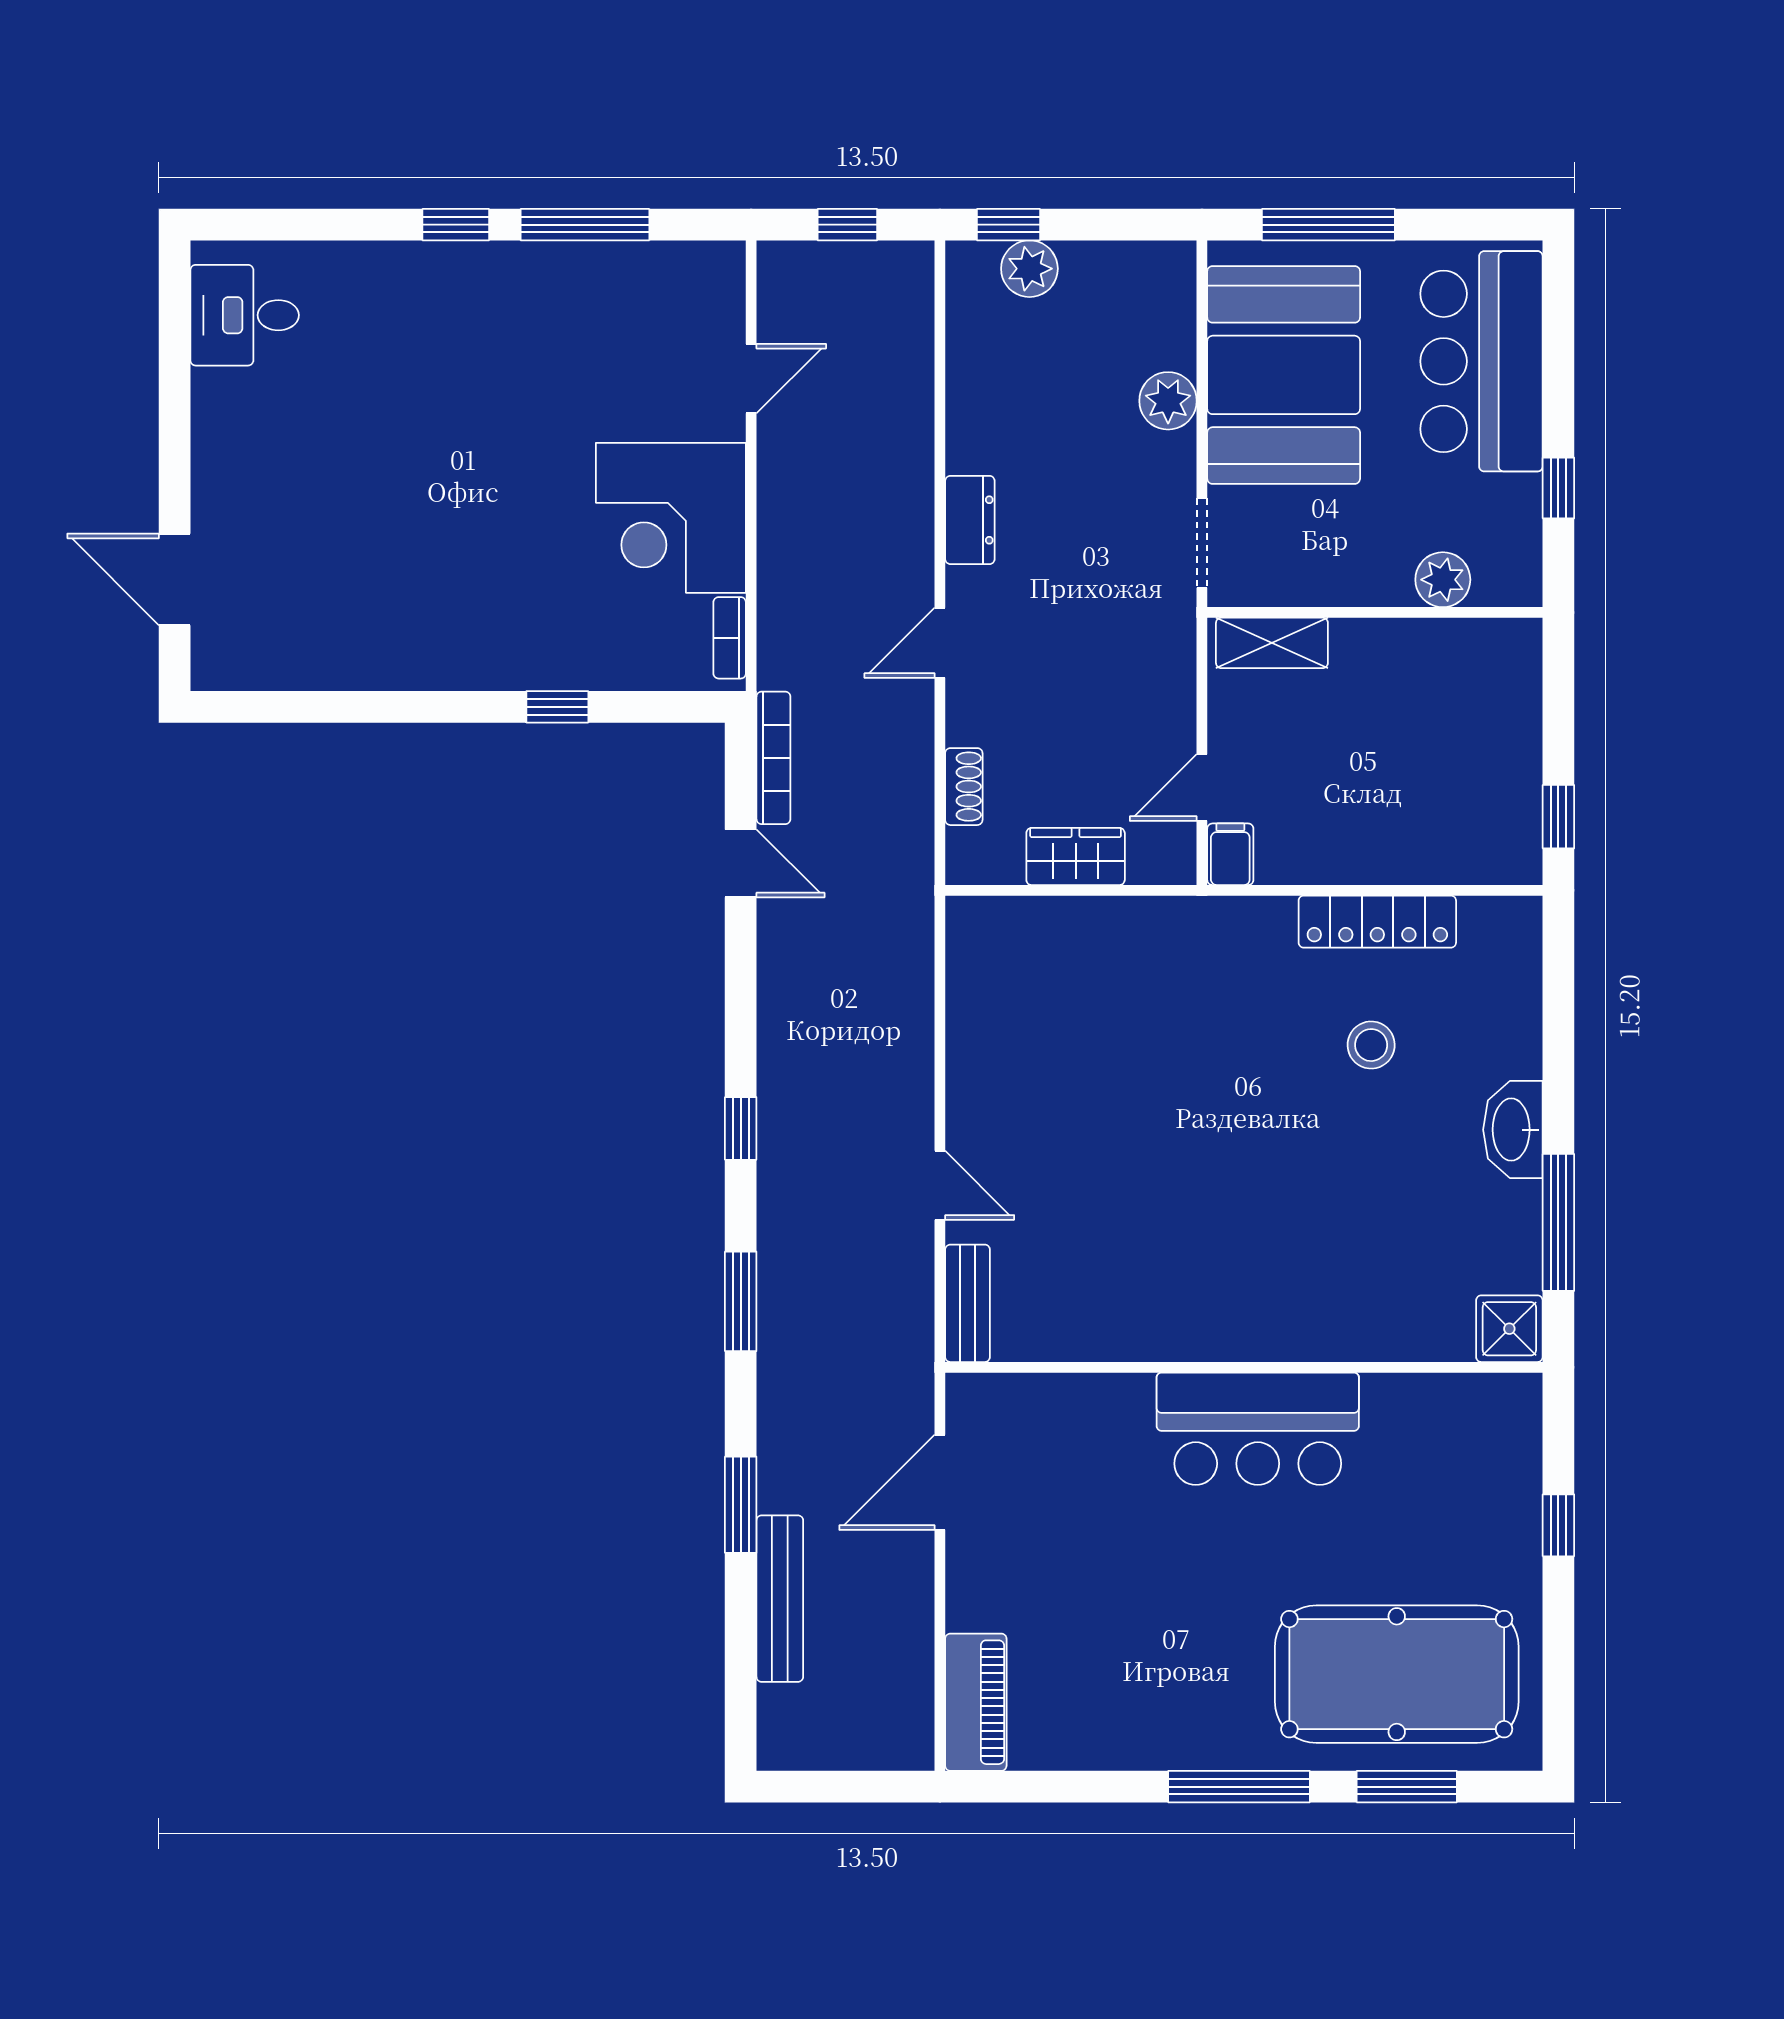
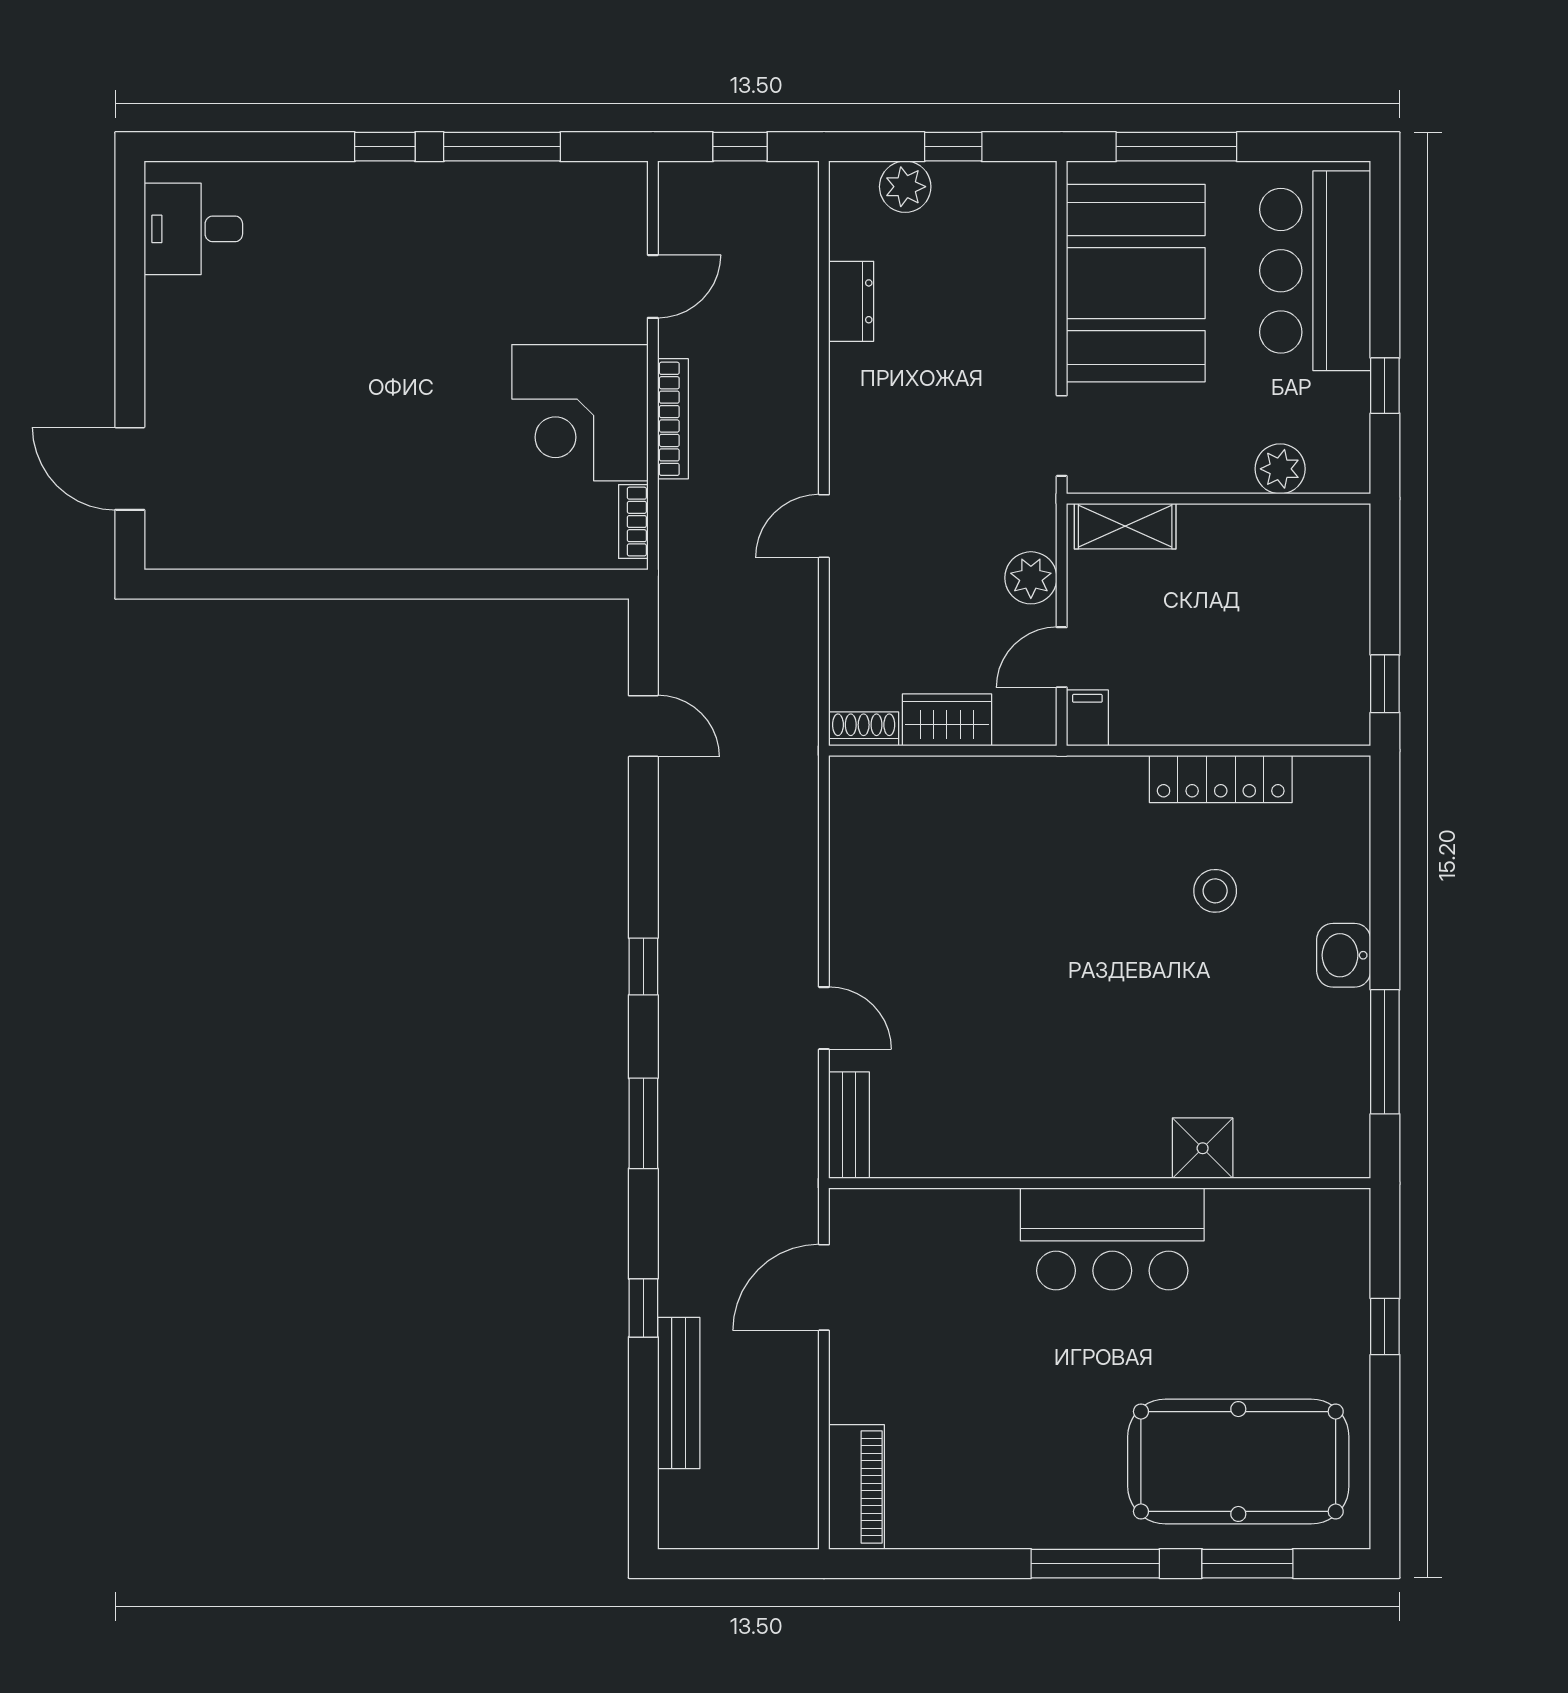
window: (1009, 225) -> (953, 147), moved
plant: (1168, 401) -> (1031, 578), moved
dresser: (970, 520) -> (851, 301), moved
window: (557, 707) -> (477, 584), removed
bookcase: (773, 758) -> (673, 419), moved
shoe rack: (964, 787) -> (864, 729), moved, turned -90
washbasin: (1513, 1130) -> (1344, 955), width x0.72
shower: (1509, 1329) -> (1203, 1148), moved
window: (741, 1505) -> (643, 1308), width x0.67

